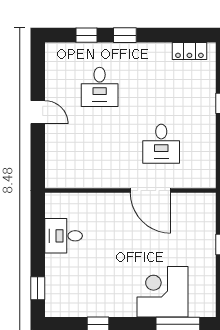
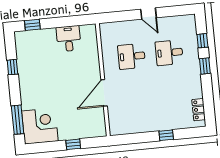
door: (38, 112) -> (148, 14), hinge flipped
desk: (161, 144) -> (132, 56), moved
corner desk: (163, 292) -> (40, 126), moved

